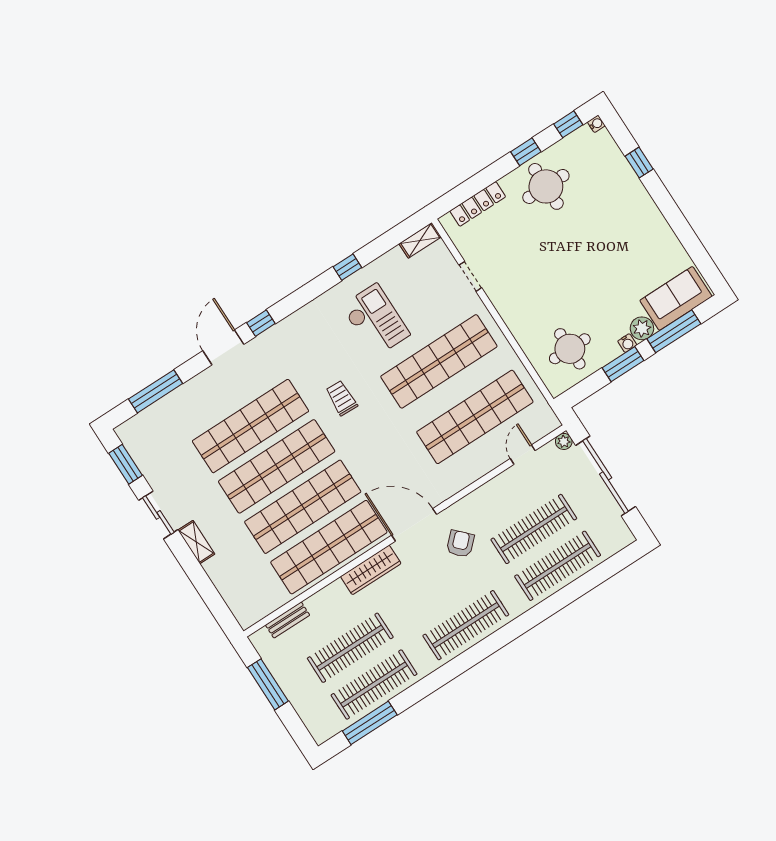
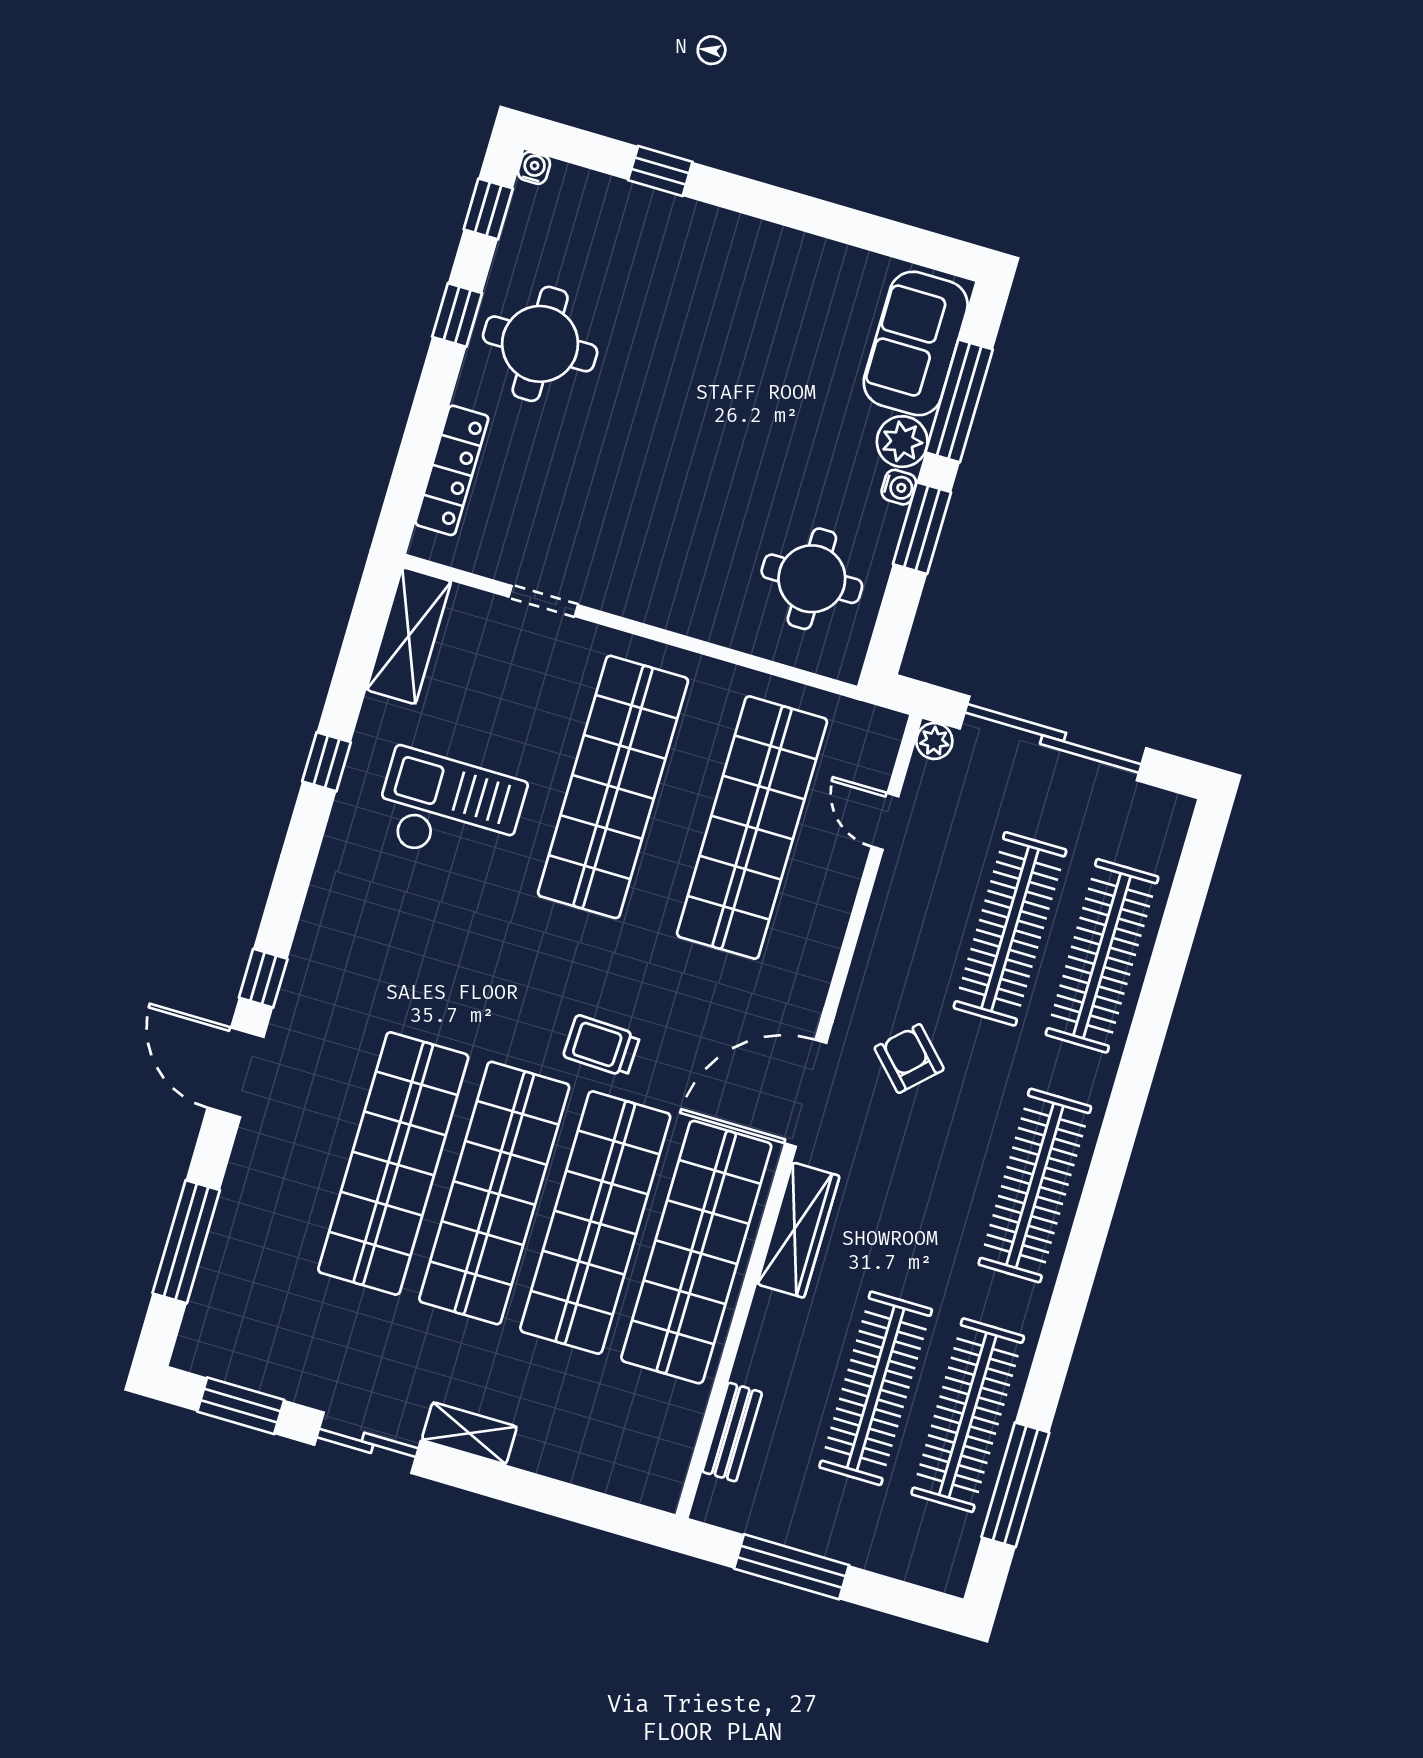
shelving: (420, 240) -> (409, 636), width x1.50, depth x1.33
trolley: (342, 398) -> (602, 1046), moved

